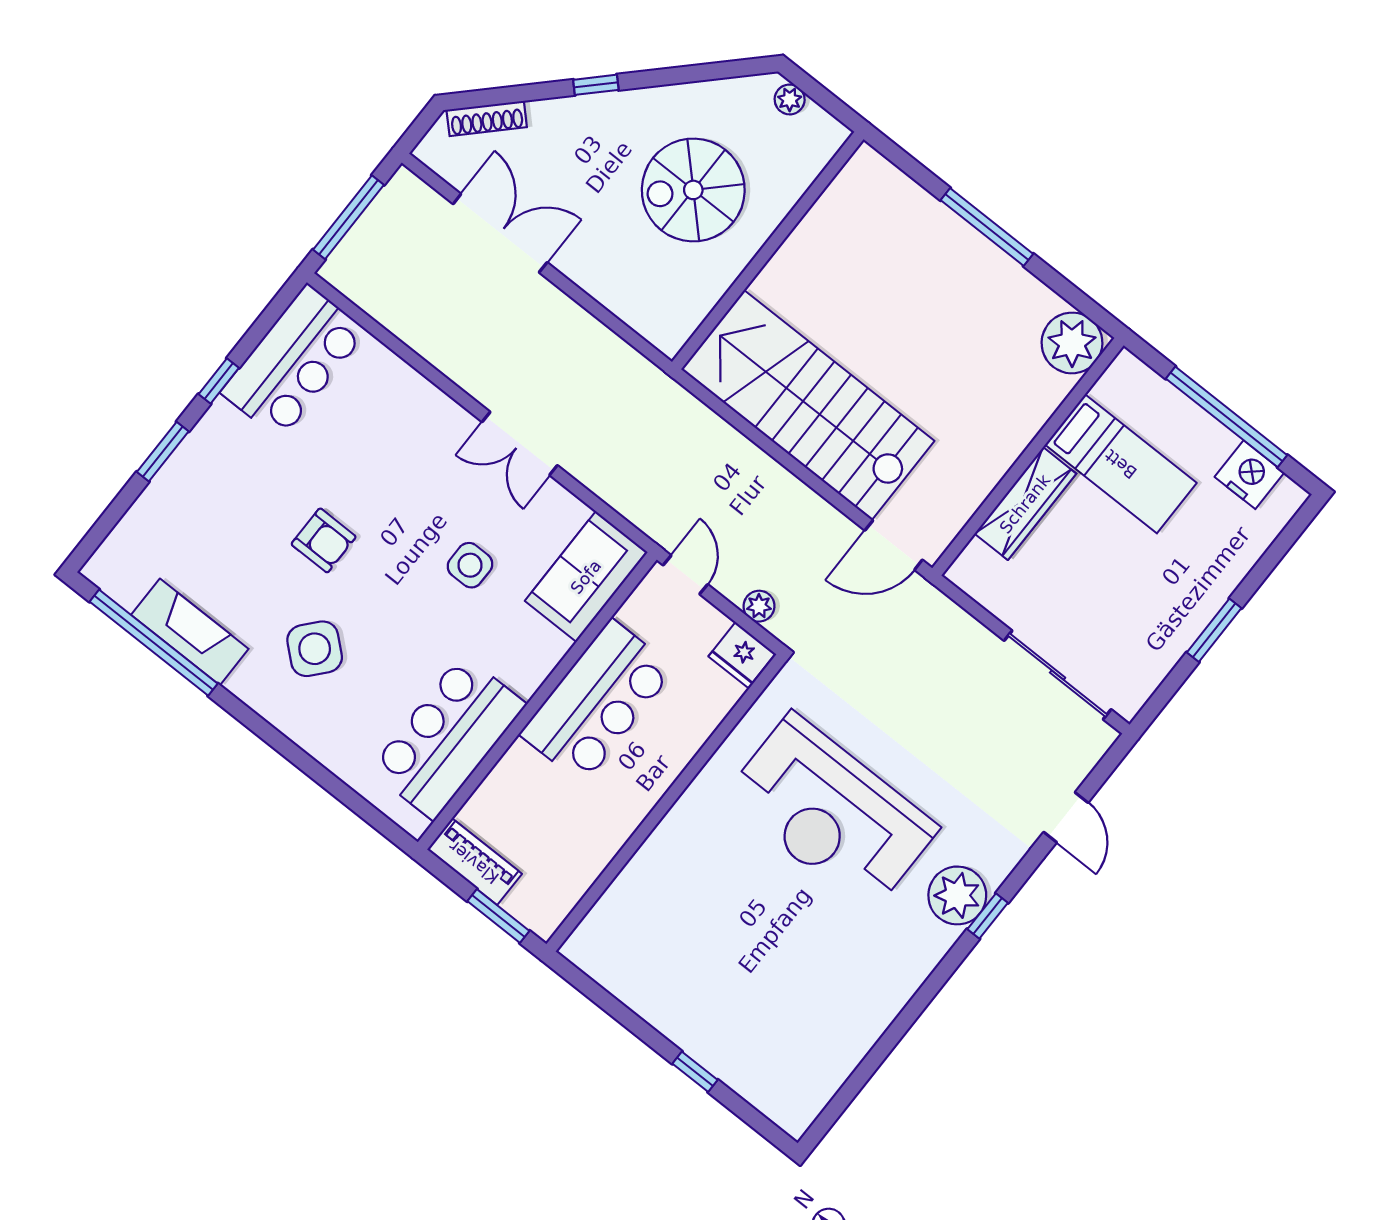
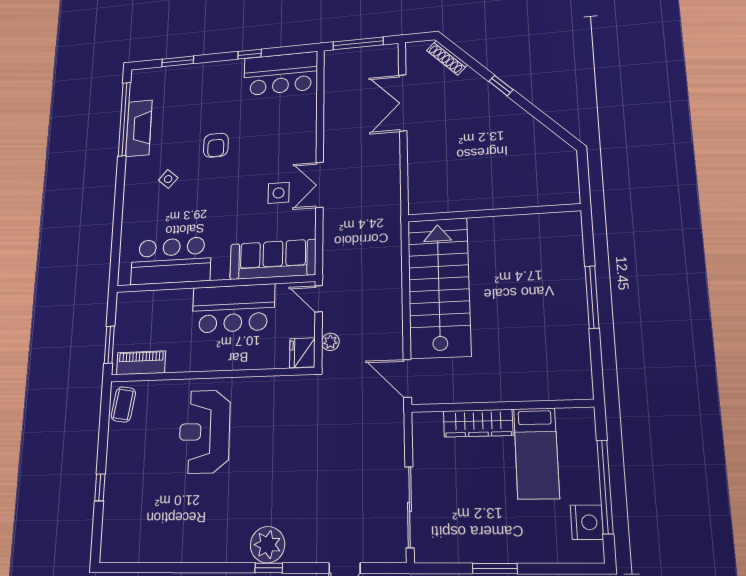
plant: (790, 99) -> (569, 165), removed
spiral stairs: (693, 190) -> (492, 161), removed
double door: (500, 233) -> (403, 103), swing flipped
plant: (1072, 343) -> (573, 381), removed
window: (163, 452) -> (178, 61), moved
side table: (470, 565) -> (279, 193), moved
door: (685, 575) -> (319, 299), swing flipped
sofa: (586, 577) -> (273, 259), width x1.36
side table: (315, 649) -> (168, 179), width x0.54, depth x0.54
reception desk: (831, 813) -> (205, 432), moved, width x0.74, depth x0.77
piano: (474, 862) -> (141, 363), moved, turned -90
coffee table: (604, 957) -> (123, 404), added

